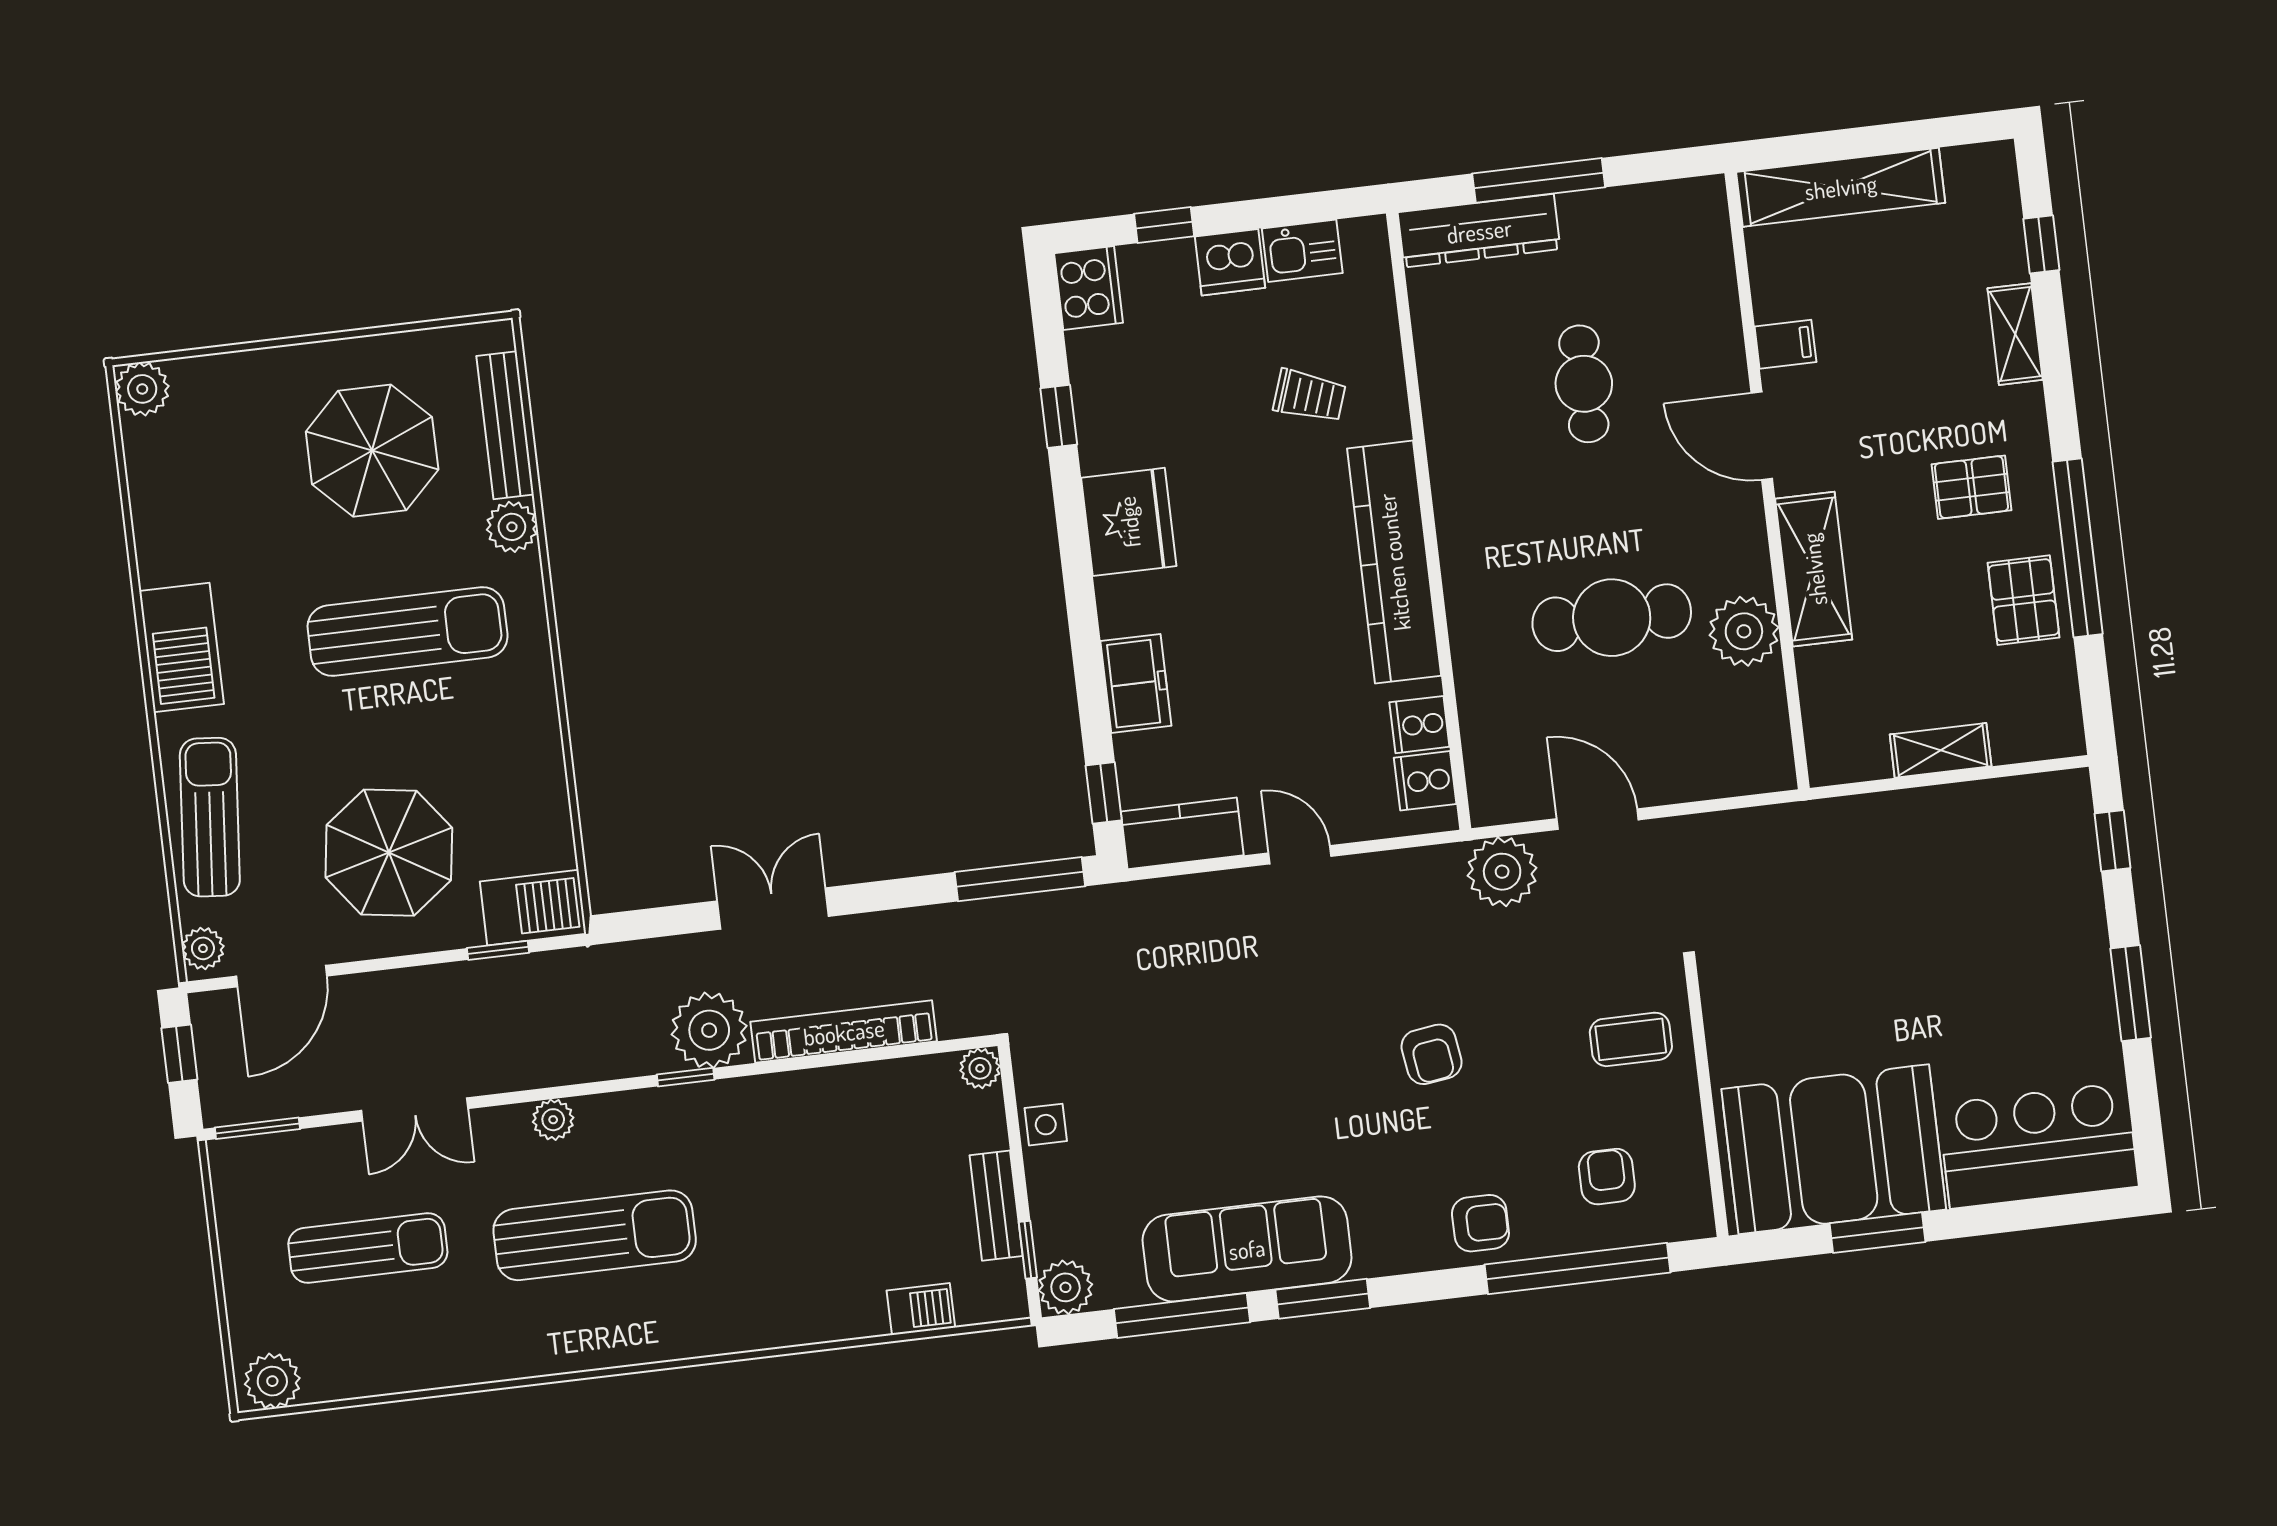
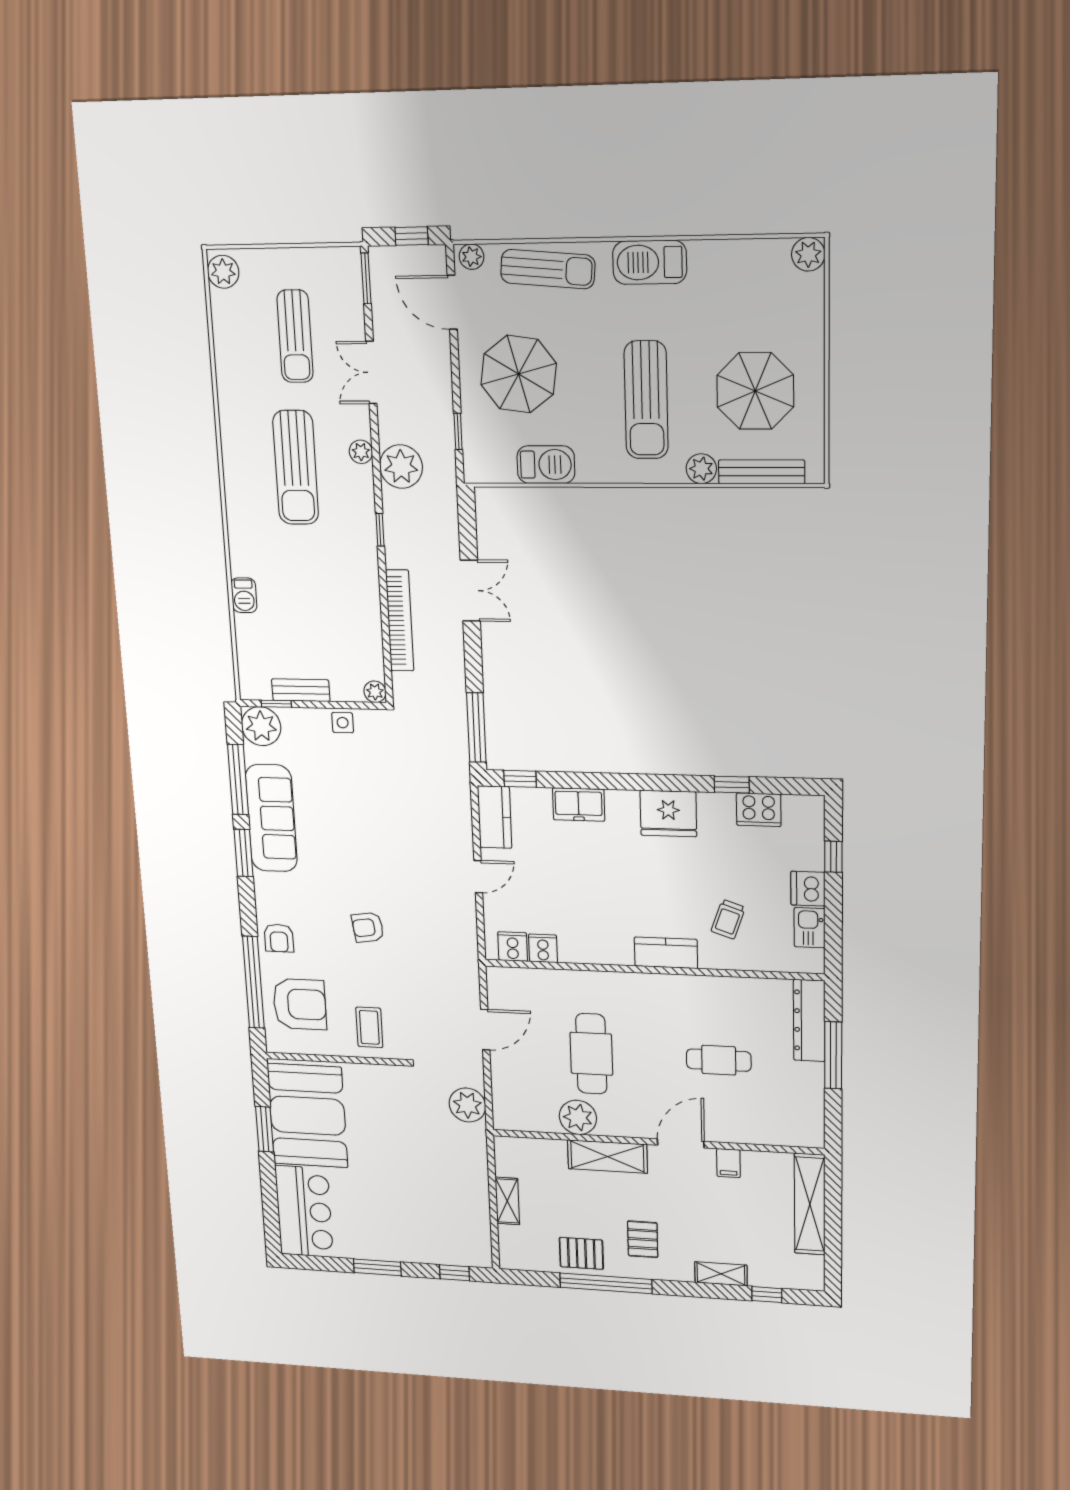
cooker: (1089, 288) -> (759, 810), moved
kitchen counter: (1394, 562) -> (666, 953), width x0.48, depth x0.86
plant: (1502, 872) -> (467, 1105), moved
barbecue: (533, 908) -> (546, 465), moved, turned -90
plant: (709, 1030) -> (401, 467), moved
armchair: (1607, 1177) -> (300, 1004), width x1.88, depth x1.88
plant: (1065, 1287) -> (261, 726), width x1.36, depth x1.36
barbecue: (921, 1309) -> (244, 595), moved

